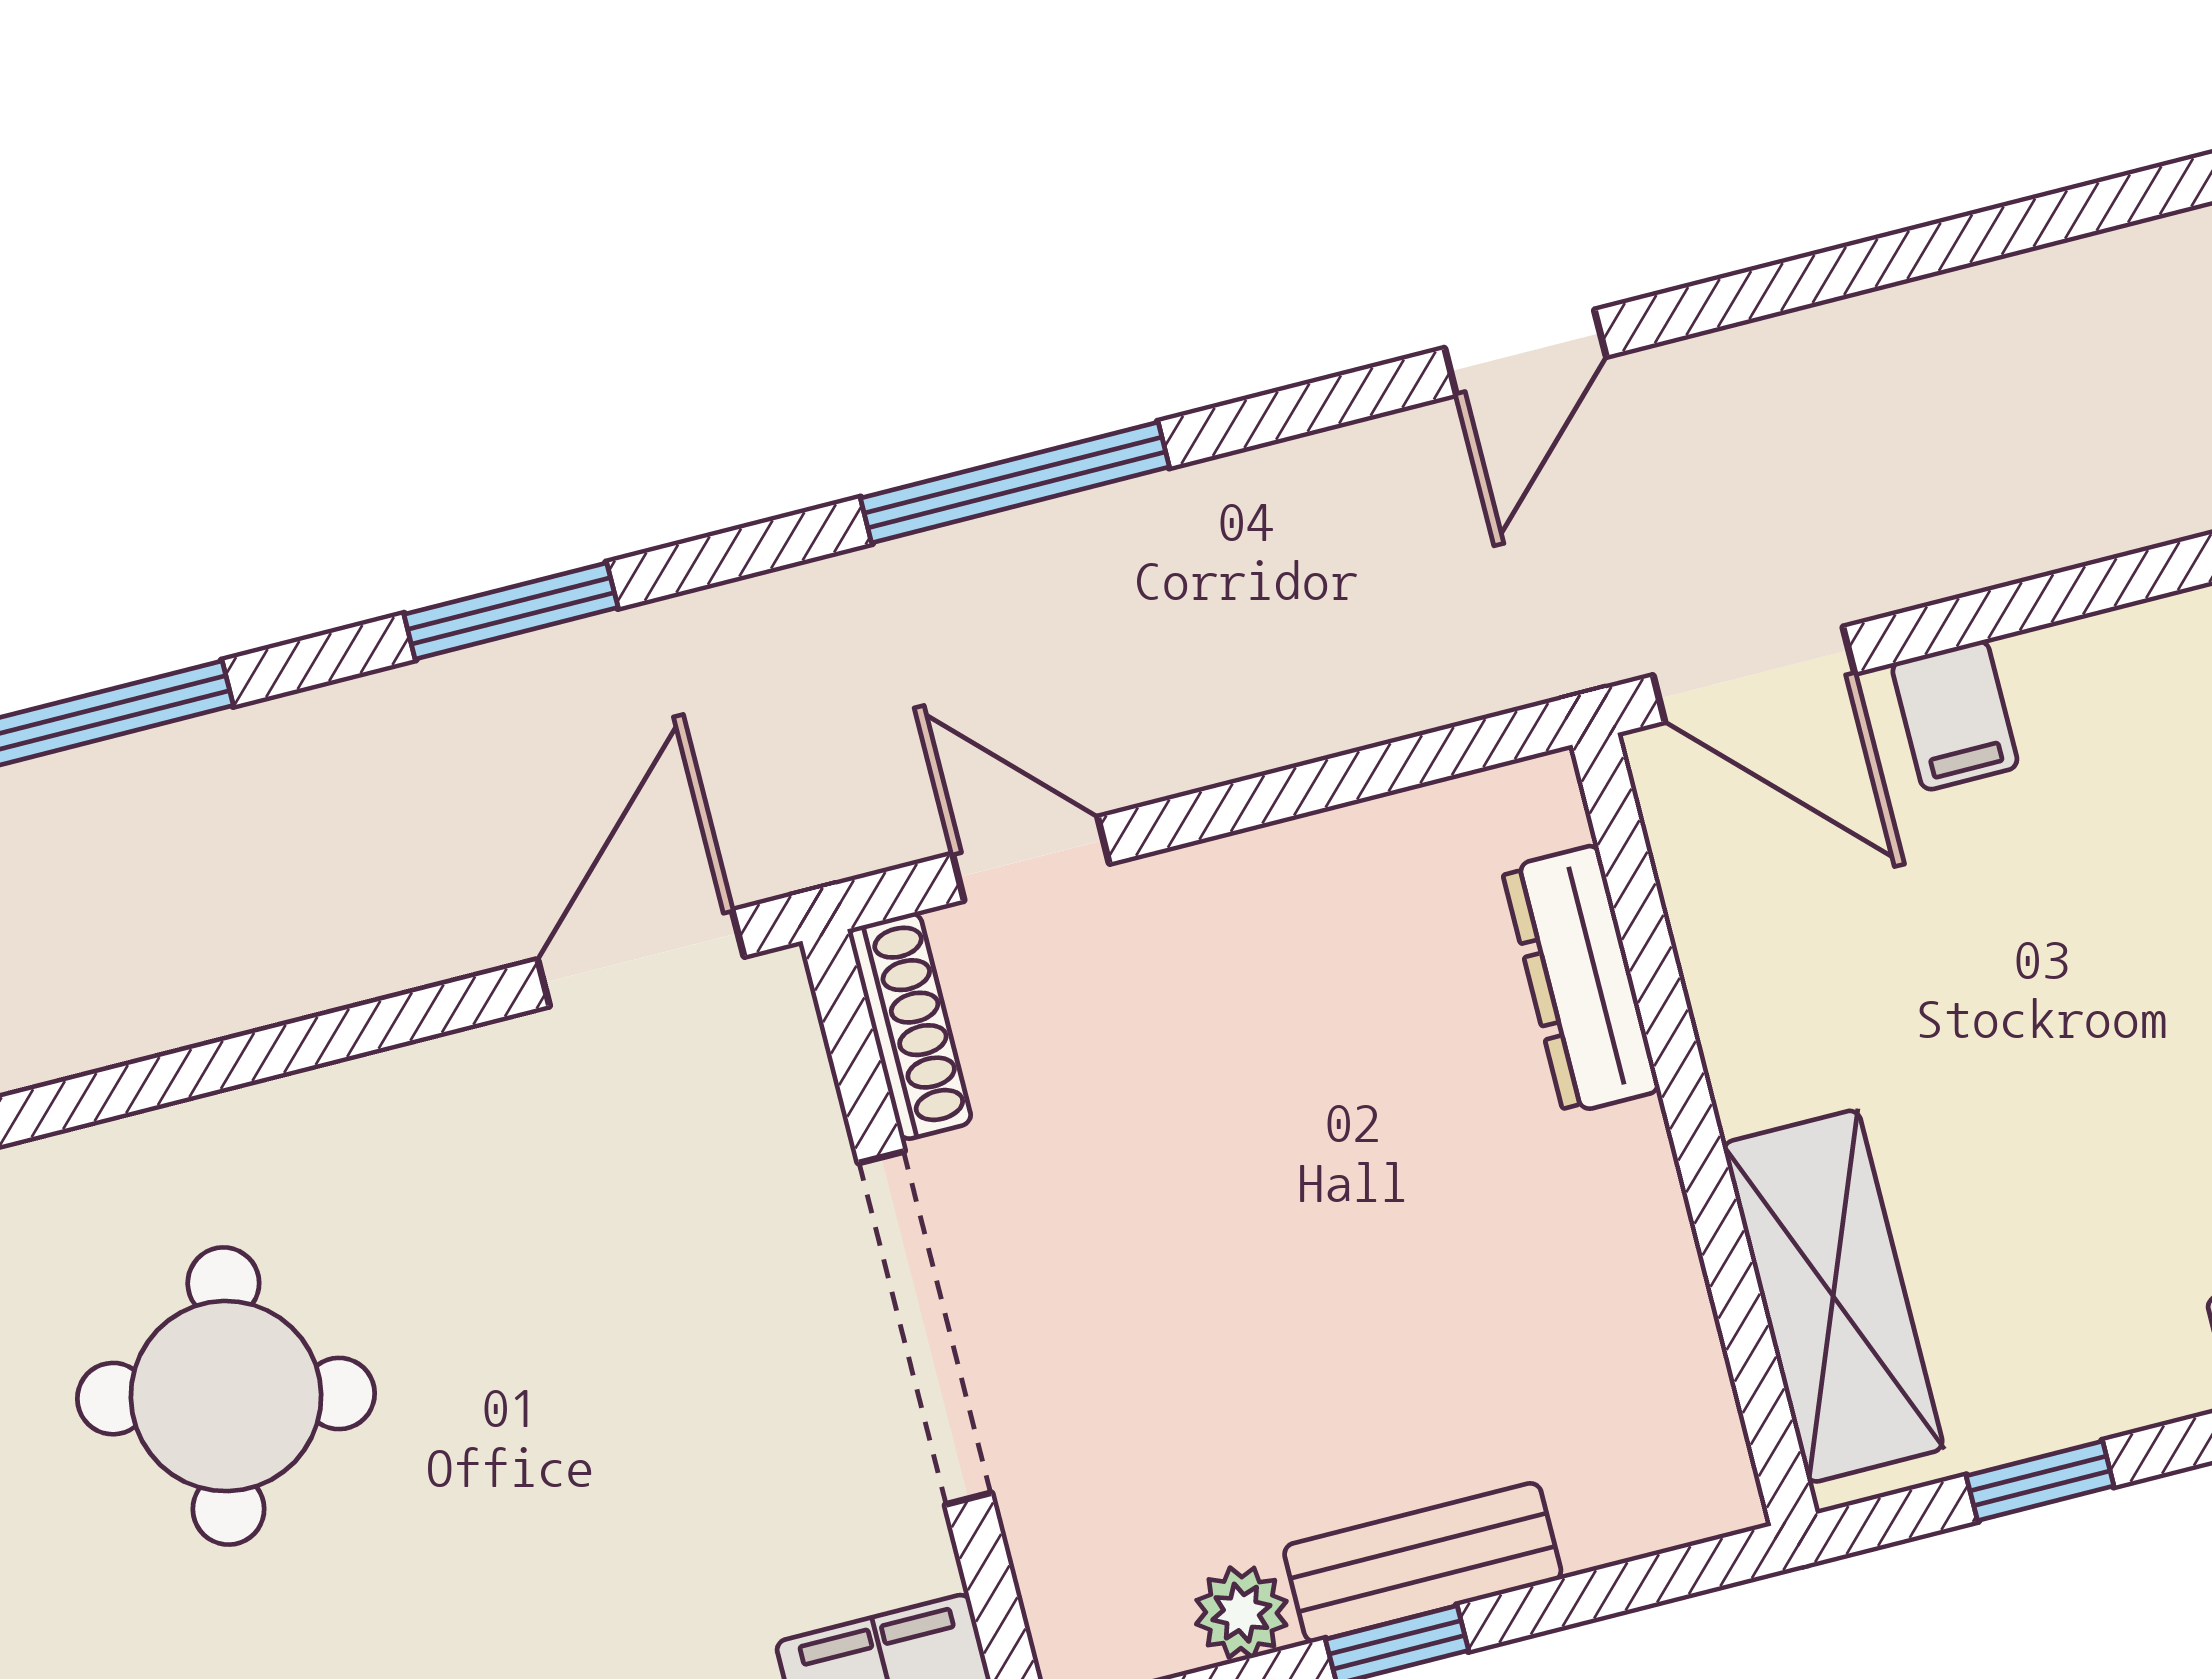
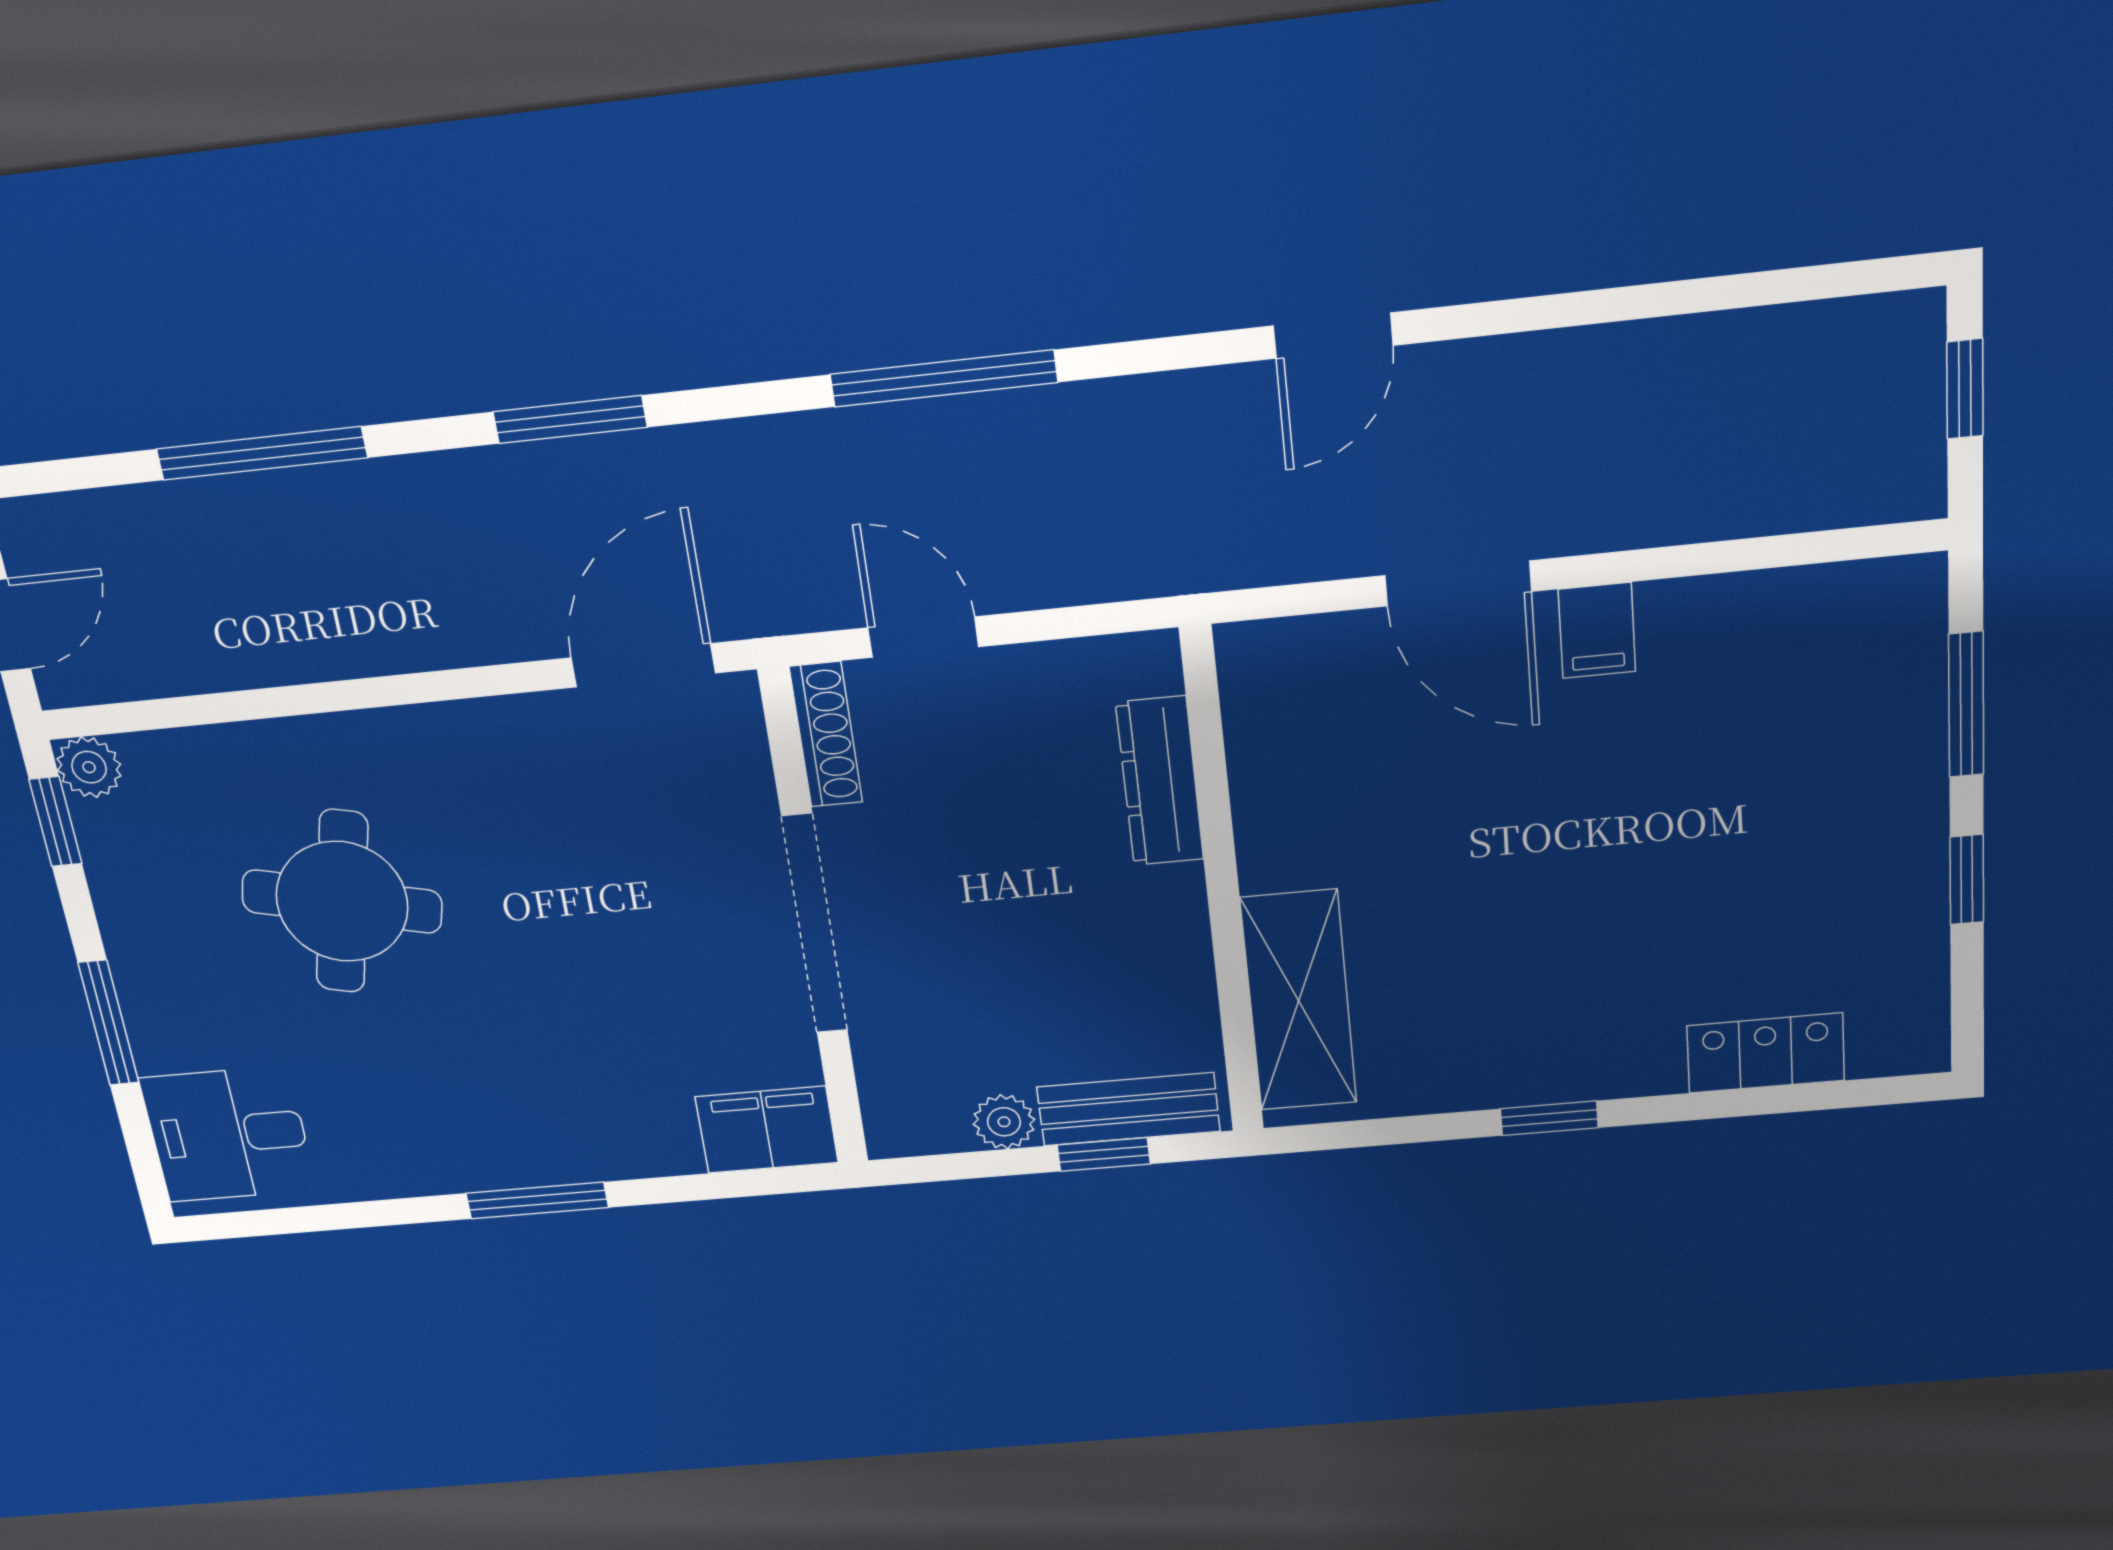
dresser: (1581, 980) -> (1160, 781), moved
wall: (1694, 1129) -> (1222, 886), moved
shelving: (1833, 1296) -> (1299, 1001), moved

